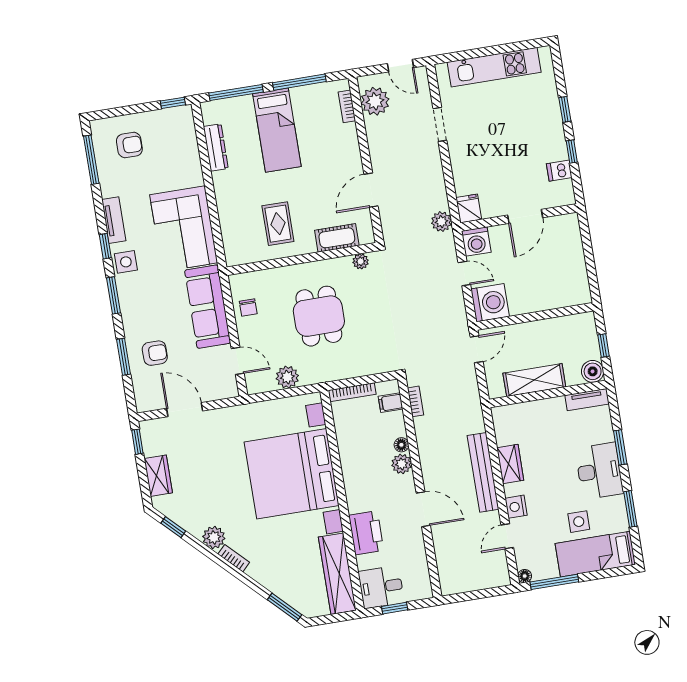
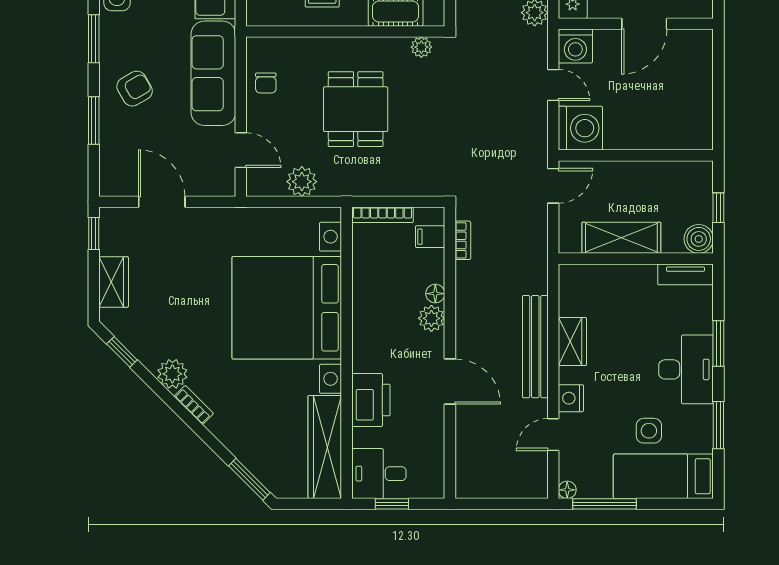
armchair: (155, 353) -> (135, 89), moved, turned -30

